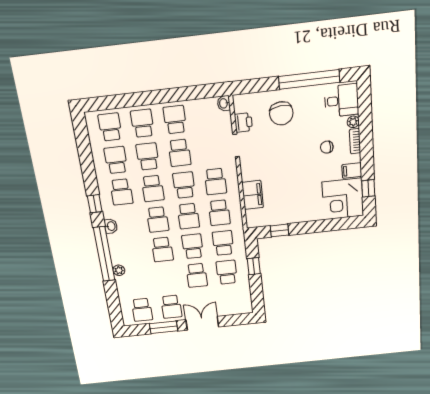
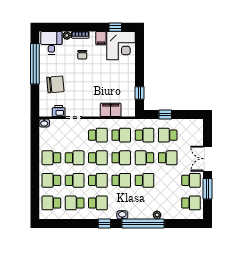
school desk: (148, 156) -> (75, 180), turned 180
school desk: (184, 185) -> (98, 158), turned 180
school desk: (223, 243) -> (144, 135), turned 180

